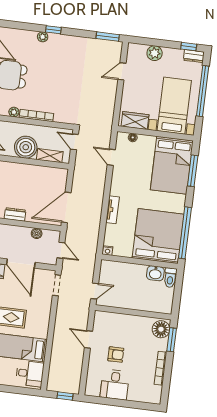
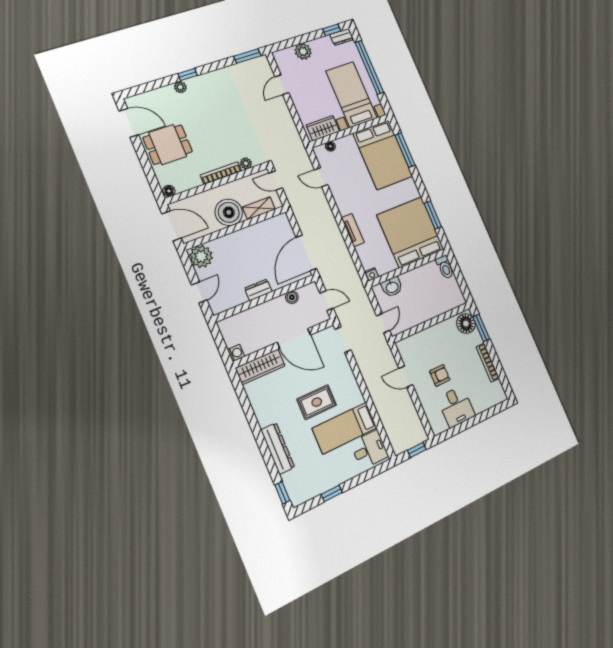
plant: (14, 112) -> (246, 163), moved
window: (185, 233) -> (433, 215), width x0.47
washbasin: (155, 273) -> (392, 287), moved

